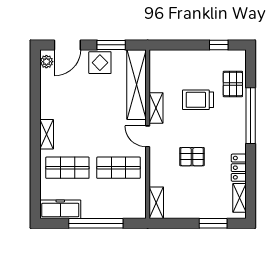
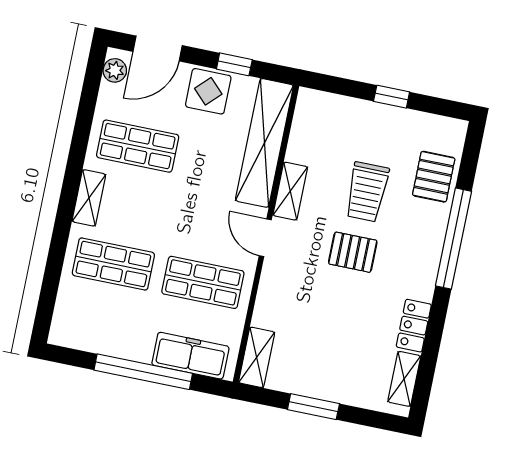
window: (111, 45) -> (234, 64), width x0.67
window: (219, 45) -> (392, 97), moved
shop shelf: (67, 100) -> (138, 146), added
trolley: (198, 100) -> (367, 192), turned -90
pallet: (192, 157) -> (353, 252), moved
freezer: (60, 209) -> (190, 356), moved
window: (213, 223) -> (313, 407), moved

